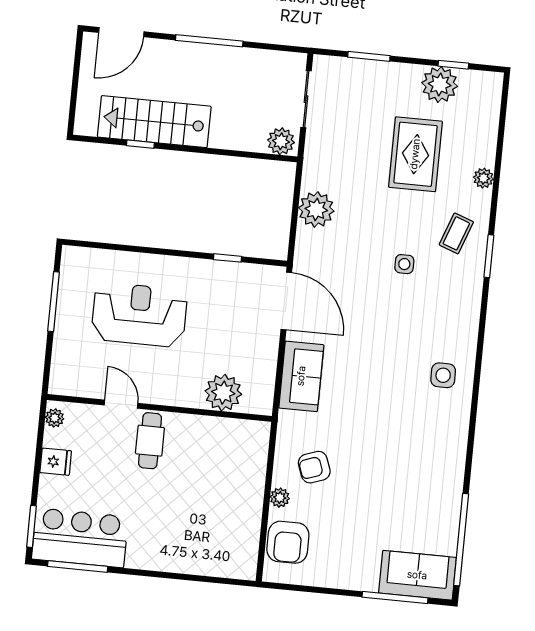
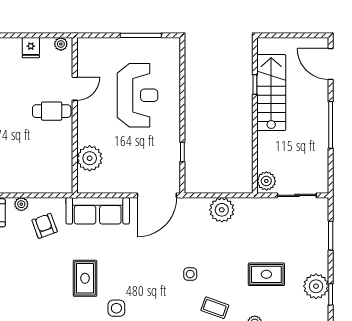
rug: (415, 154) -> (266, 274), width x0.73, depth x0.70
sofa: (301, 376) -> (98, 211), width x1.36
rug: (396, 416) -> (85, 278), added

